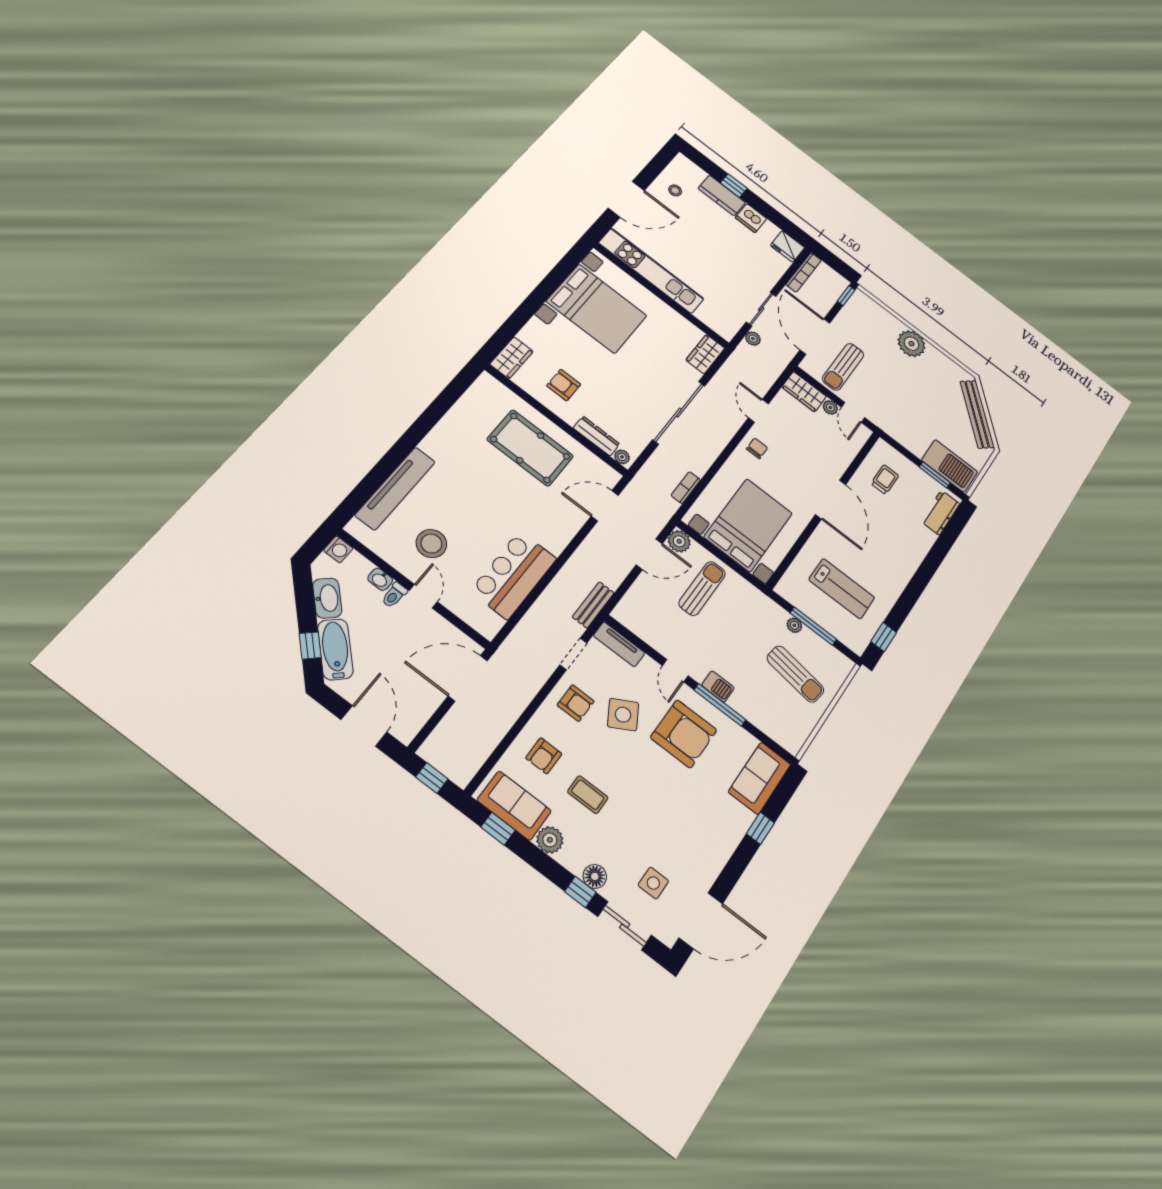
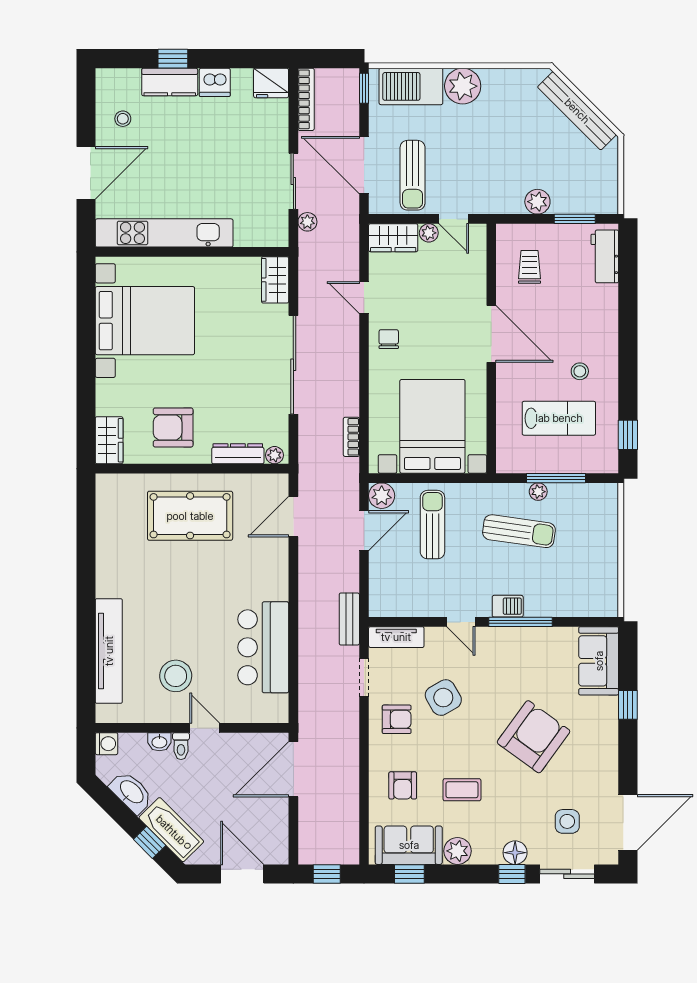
armchair: (564, 385) -> (173, 427), width x1.38, depth x1.38
plant: (916, 446) -> (537, 202), added
barbecue: (950, 466) -> (411, 86), moved, turned 180
stool: (877, 570) -> (580, 371), added
sun lounger: (795, 674) -> (519, 531), moved
armchair: (684, 734) -> (534, 737), moved, turned -54

